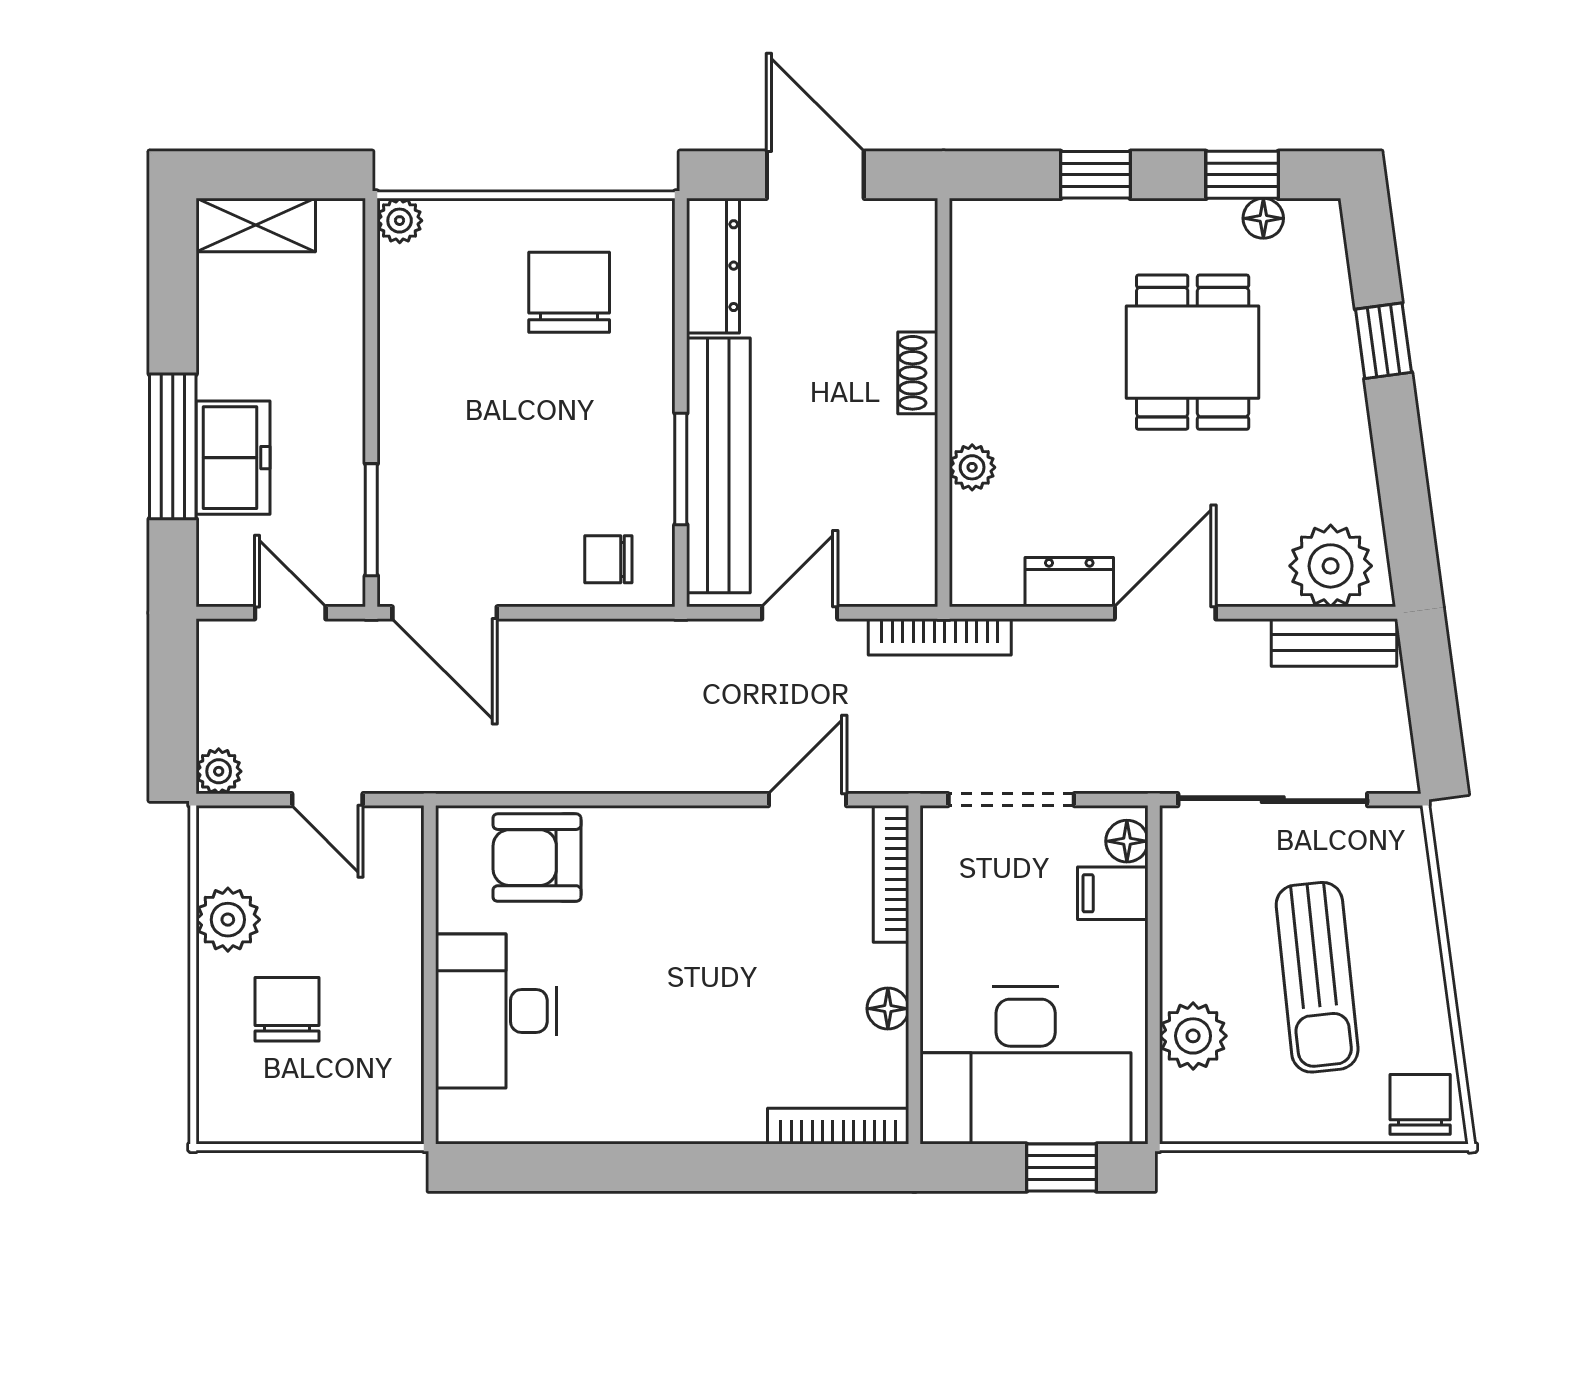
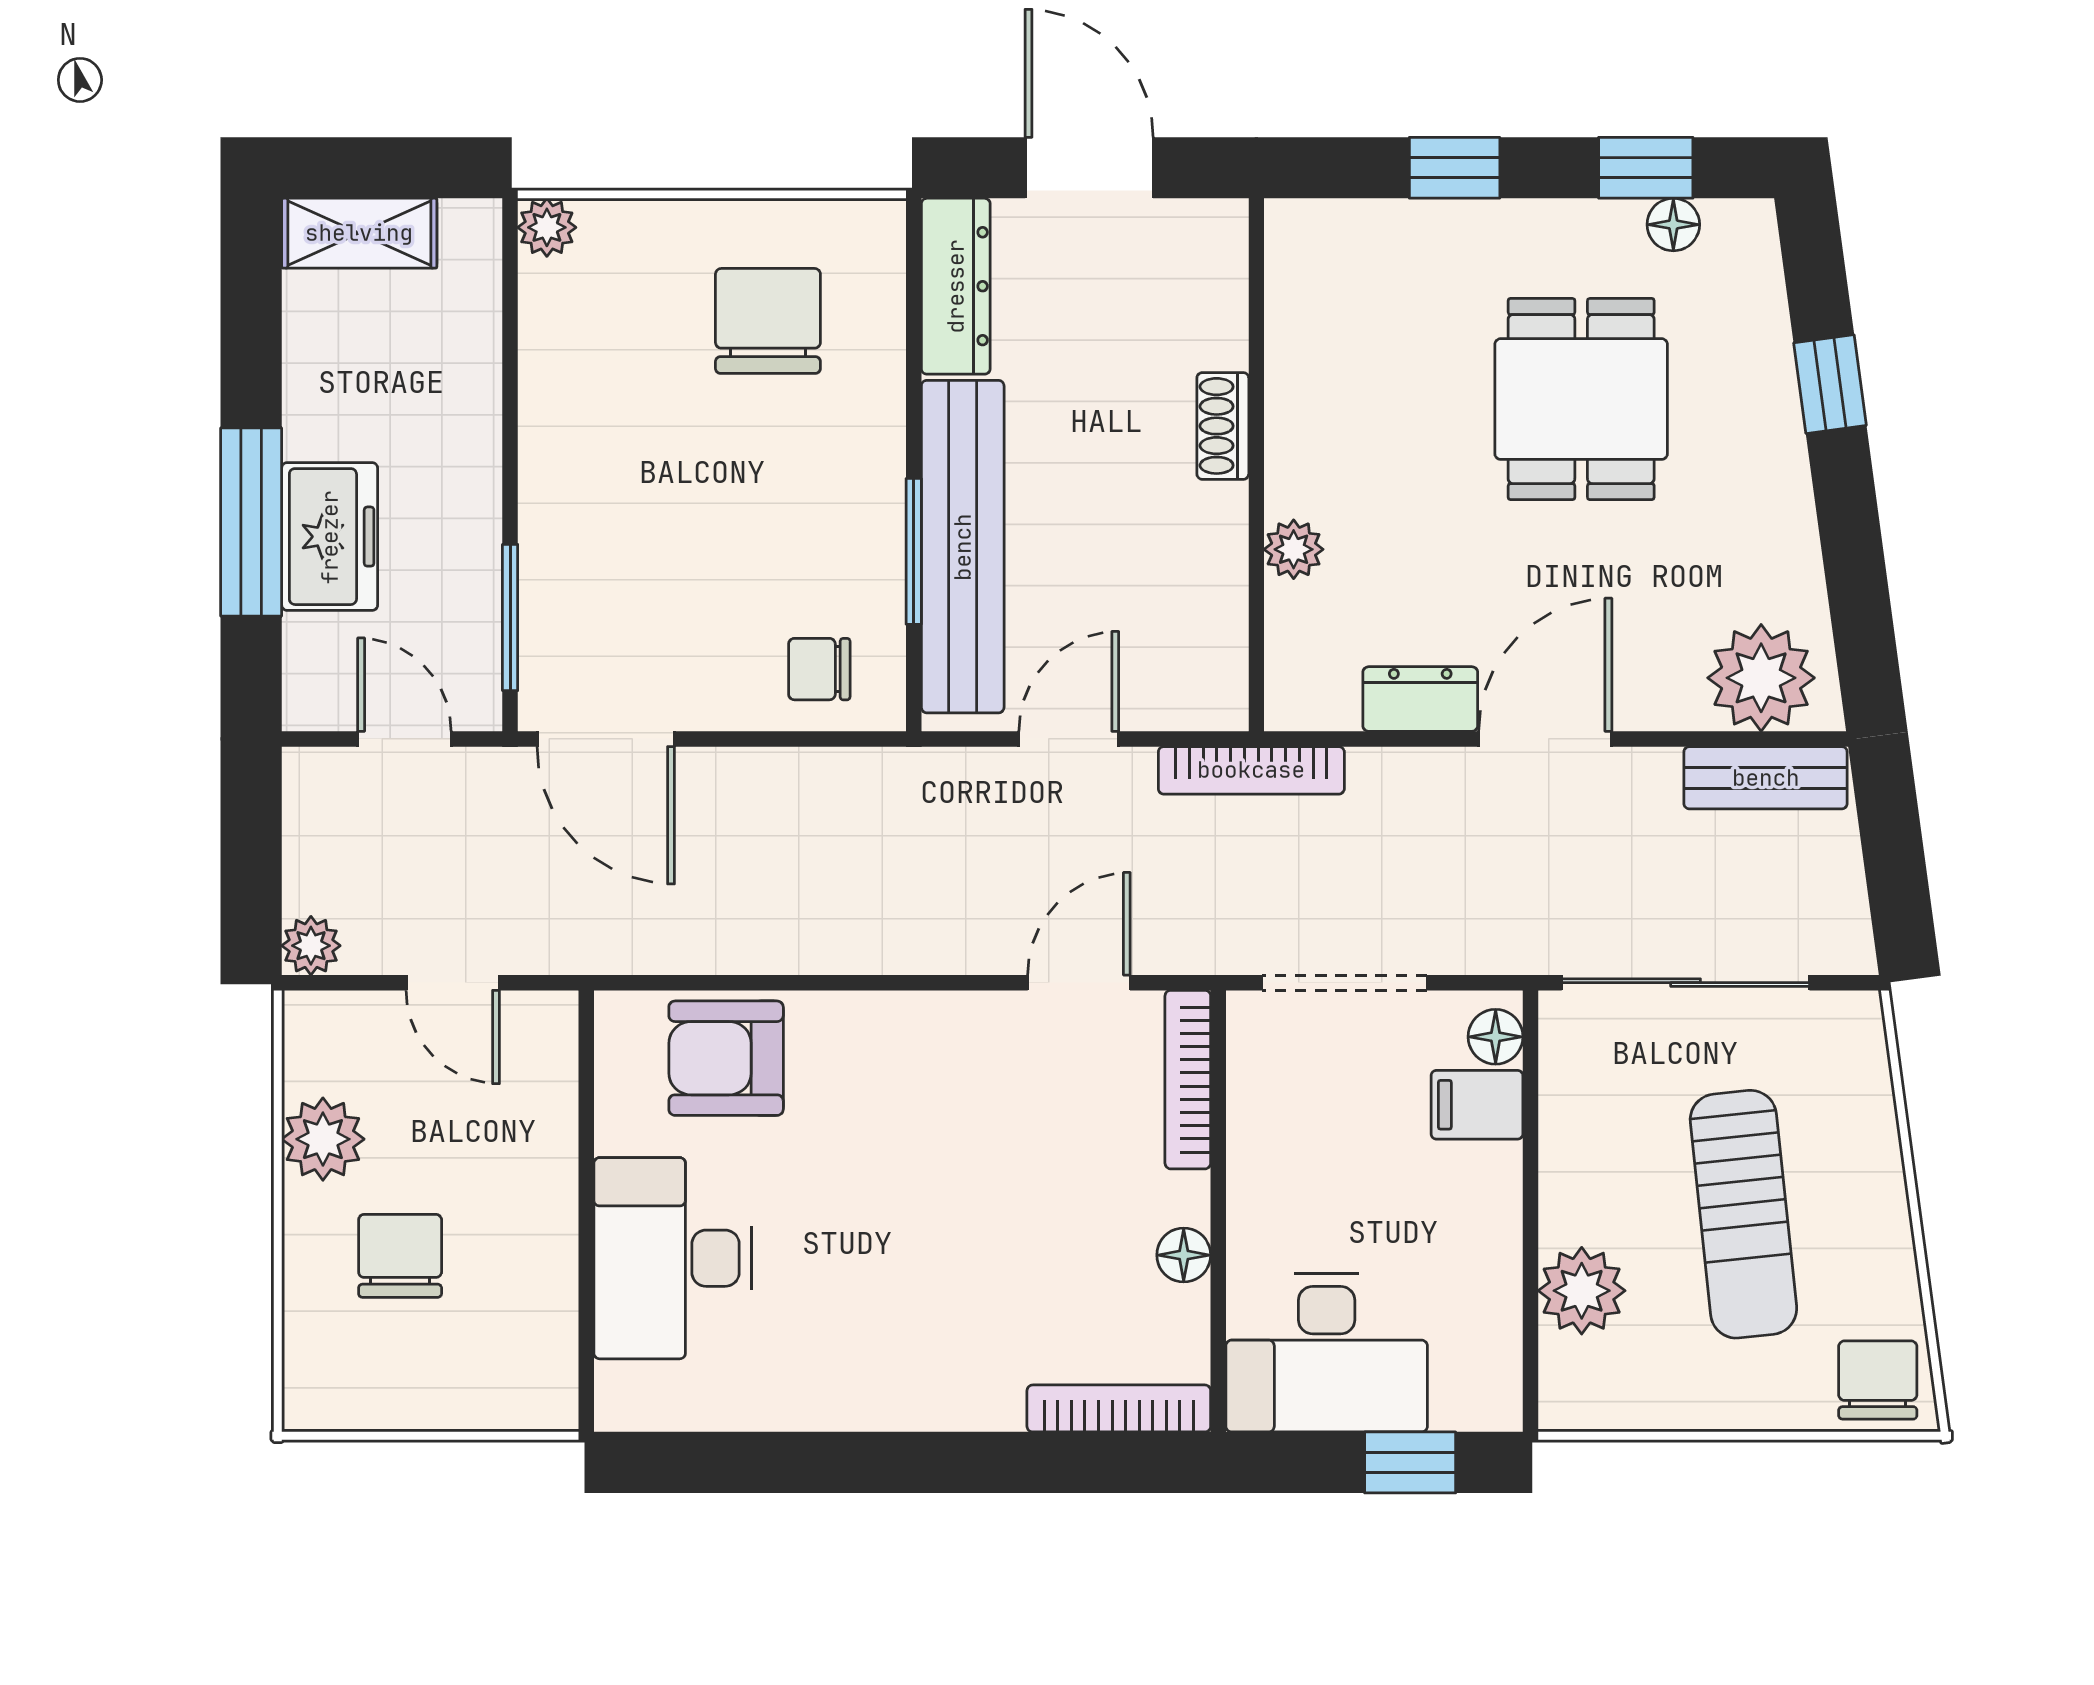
desk: (1026, 1065) -> (1327, 1353), width x0.73, depth x0.77

